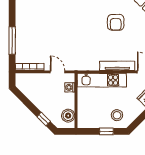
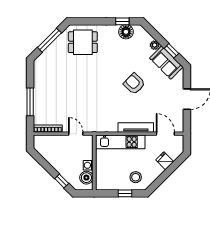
armchair: (116, 22) -> (134, 84), turned 134
washing machine: (70, 87) -> (88, 165), moved

